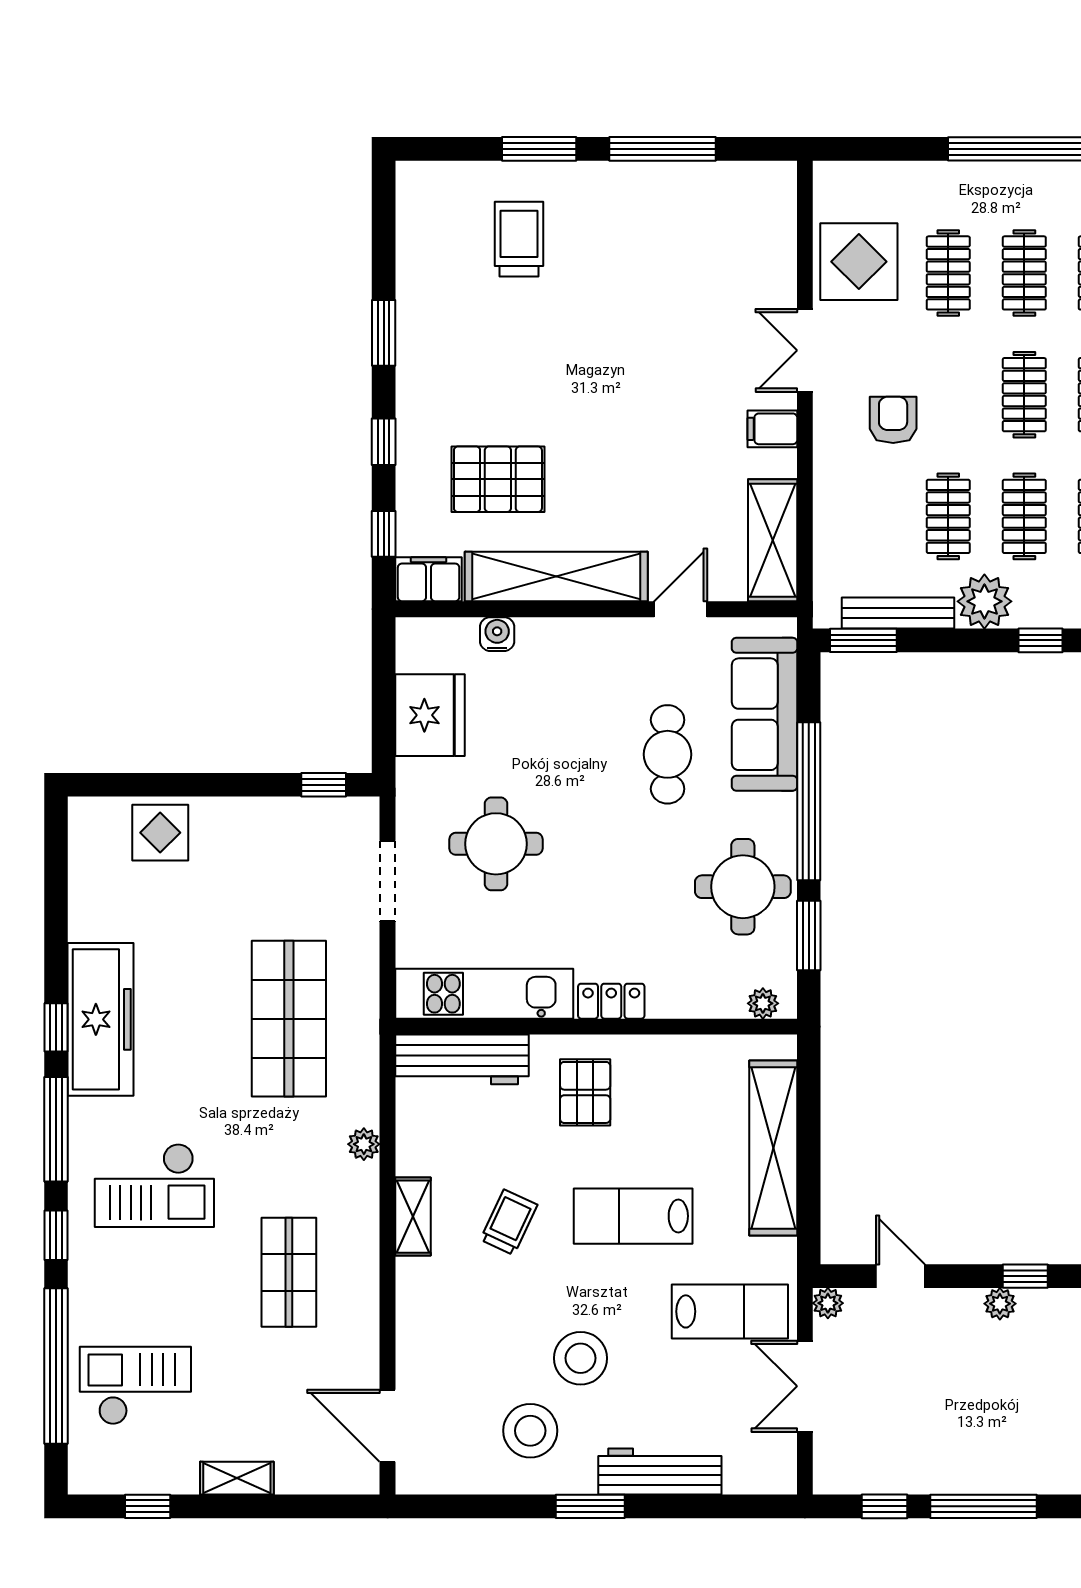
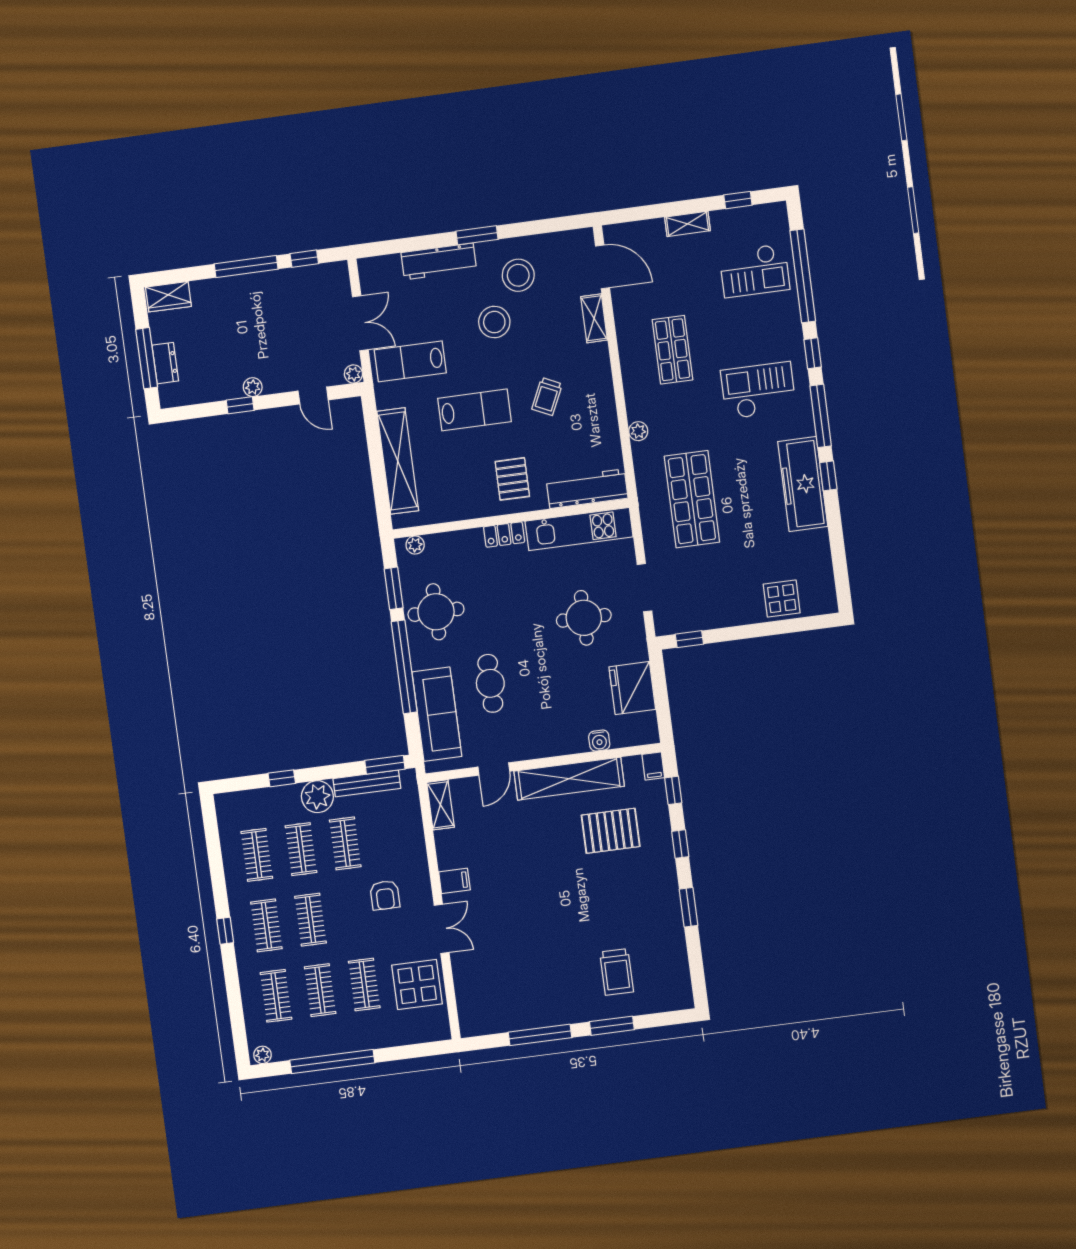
shelving: (773, 540) -> (440, 805), width x0.67, depth x0.75
filing cabinet: (429, 579) -> (653, 766), width x0.50
shelving: (413, 1217) -> (594, 318), moved

